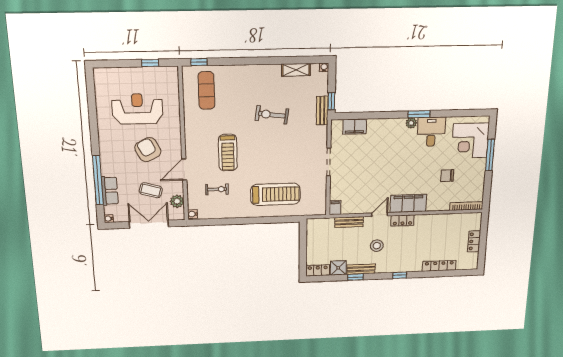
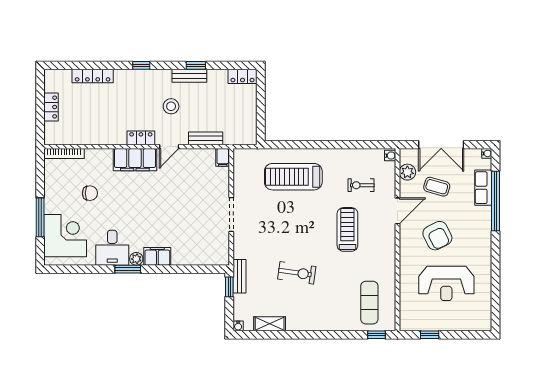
filing cabinet: (355, 127) -> (157, 256), moved
shower: (338, 268) -> (217, 79), removed

